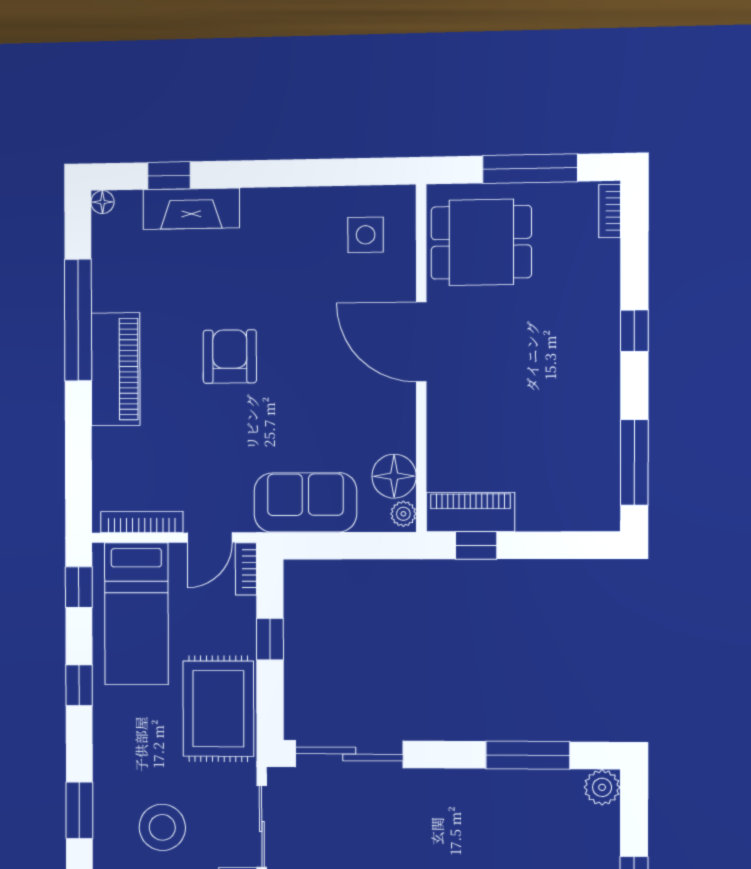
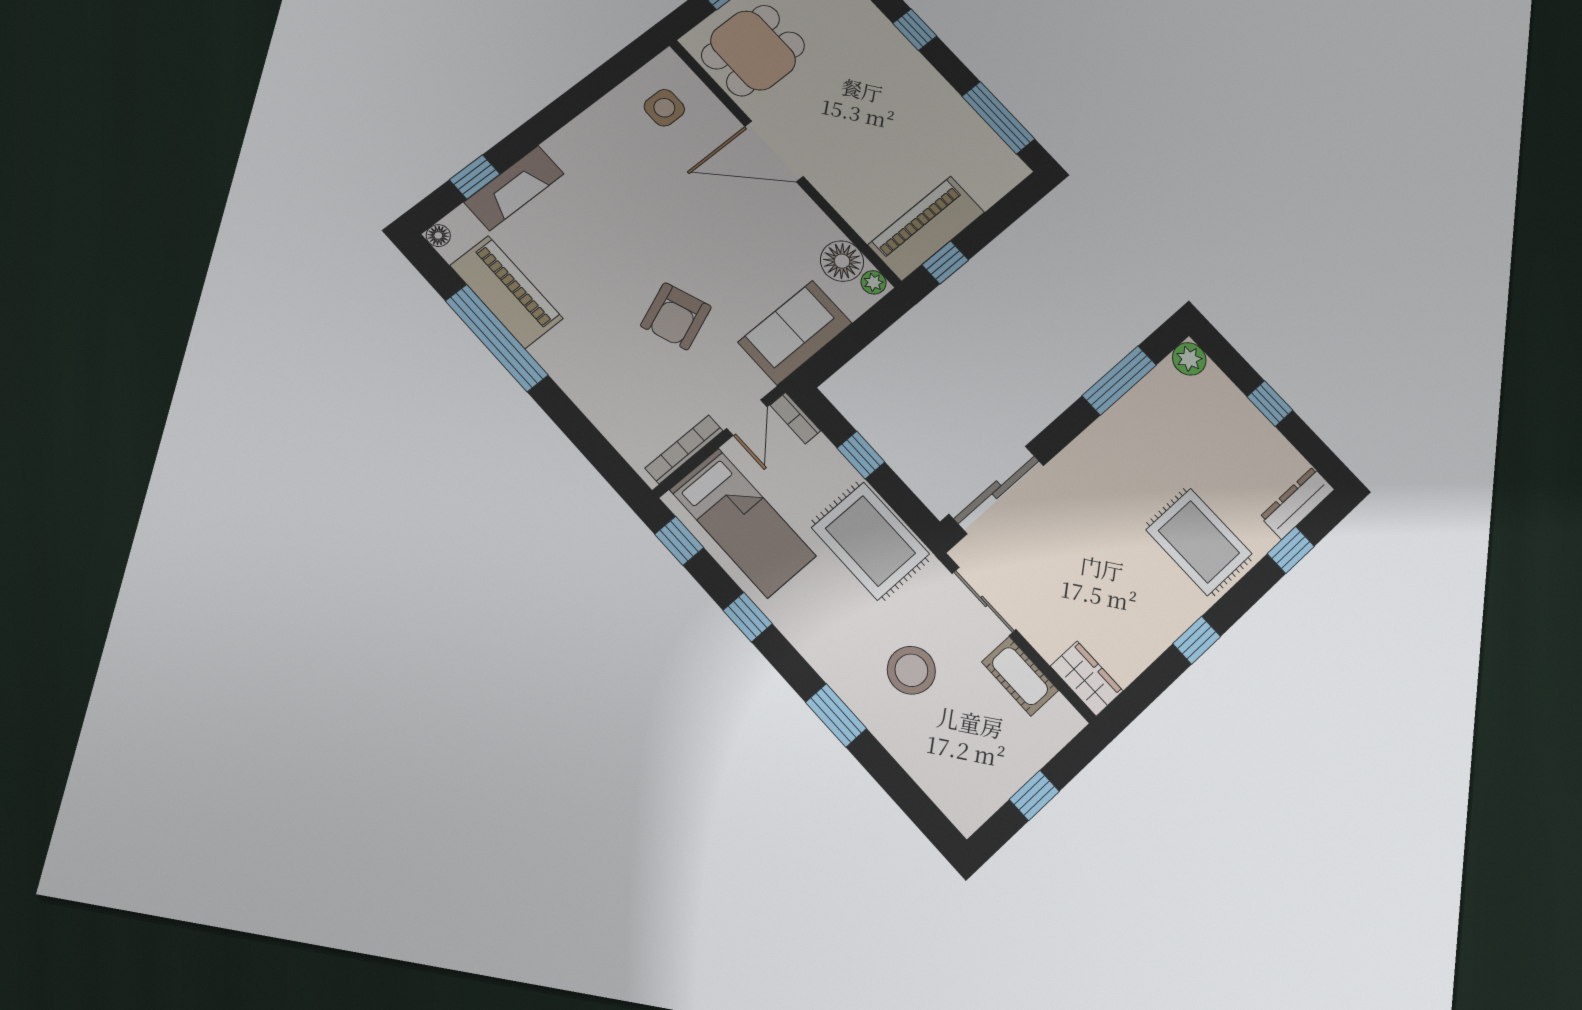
armchair: (230, 357) -> (676, 316), moved, turned -111
piano: (116, 369) -> (506, 292), moved
piano: (470, 512) -> (926, 228), width x1.37, depth x1.33

